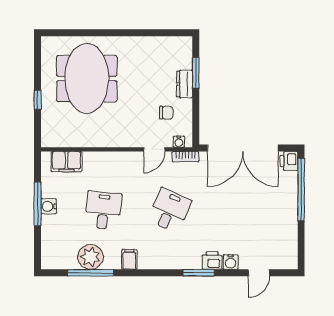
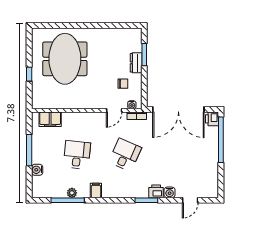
water cooler: (49, 206) -> (37, 170), moved
plant: (90, 257) -> (72, 193), width x0.53, depth x0.53

